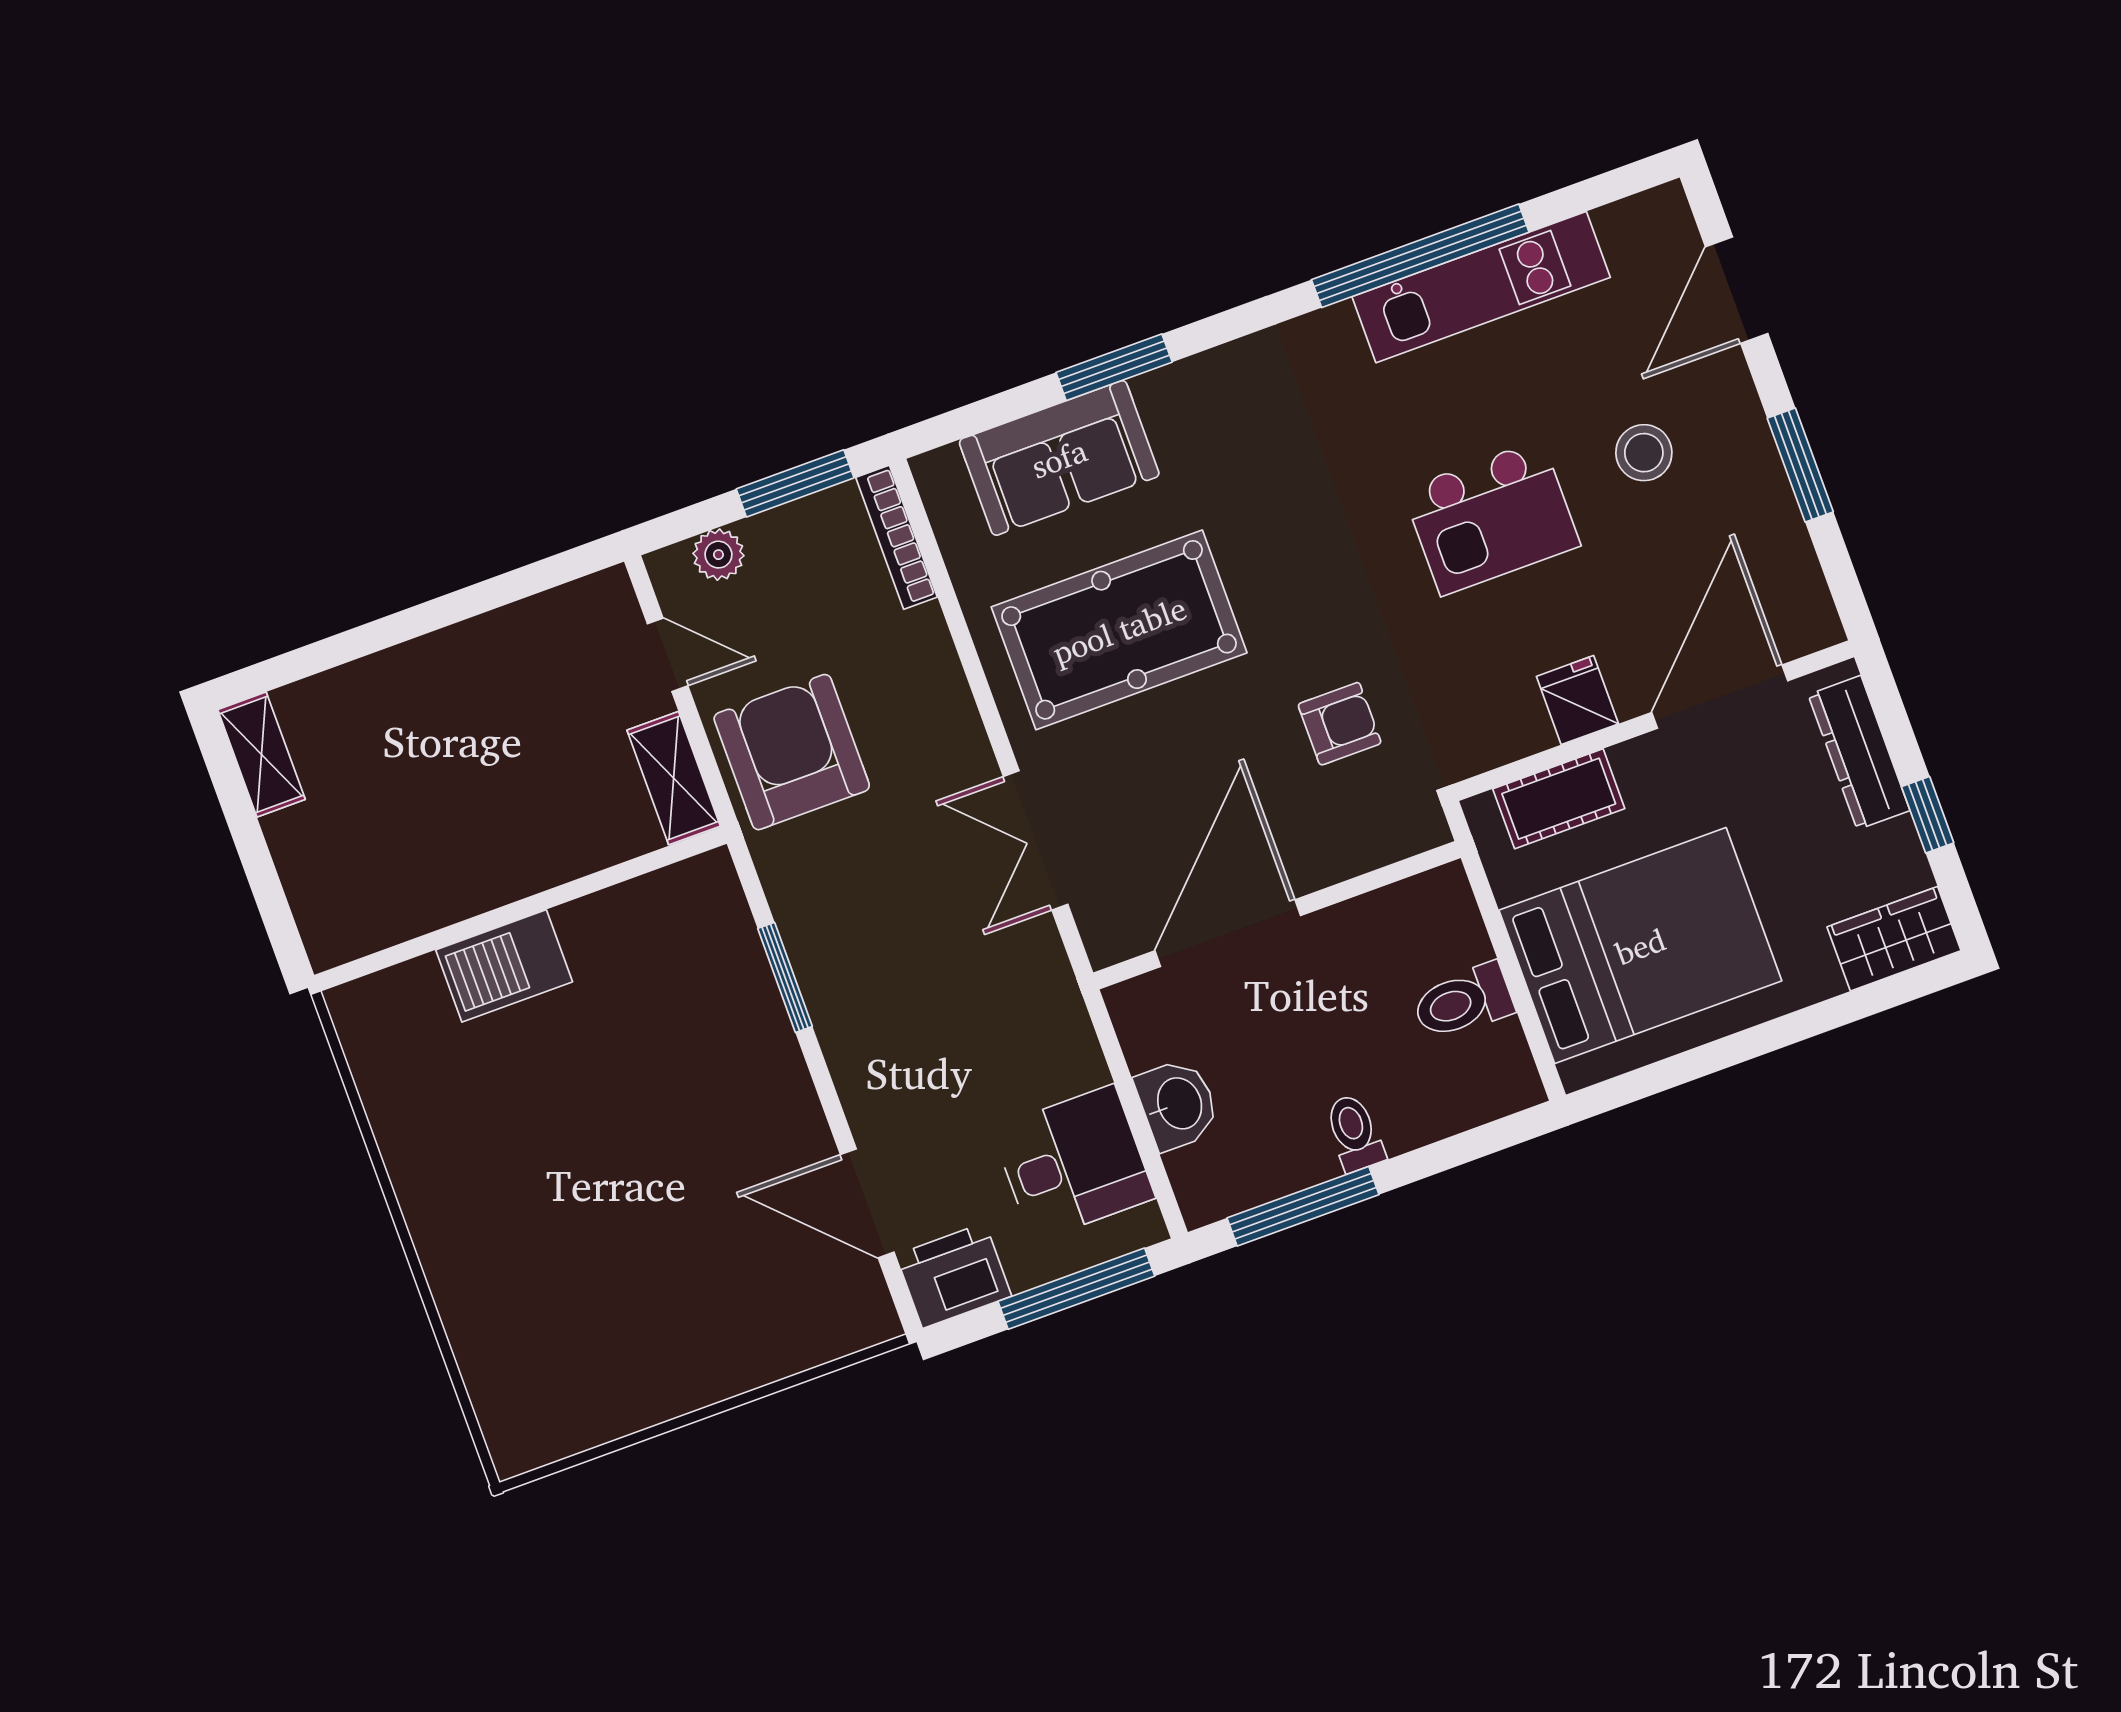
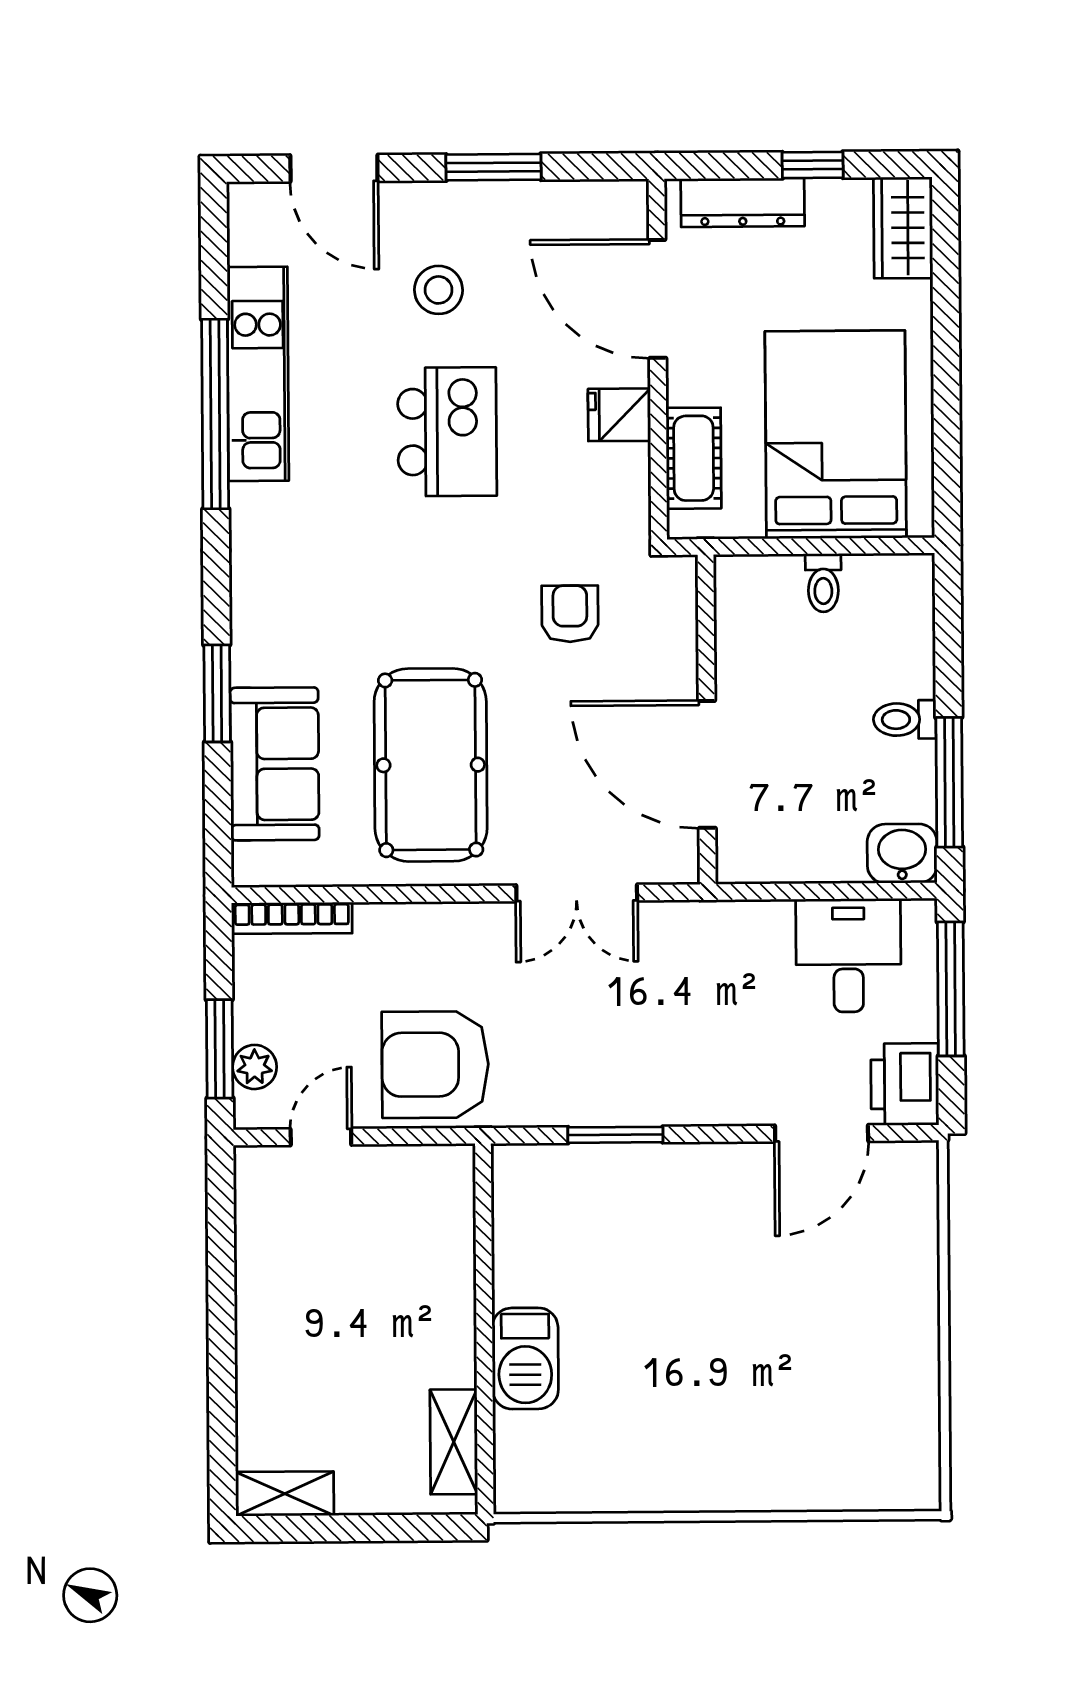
window: (795, 483) -> (220, 1049), moved
shelving: (674, 778) -> (454, 1442), moved, turned 90
toilet: (1463, 1002) -> (823, 583), width x0.73, depth x0.72
washbasin: (1178, 1104) -> (902, 854), moved

